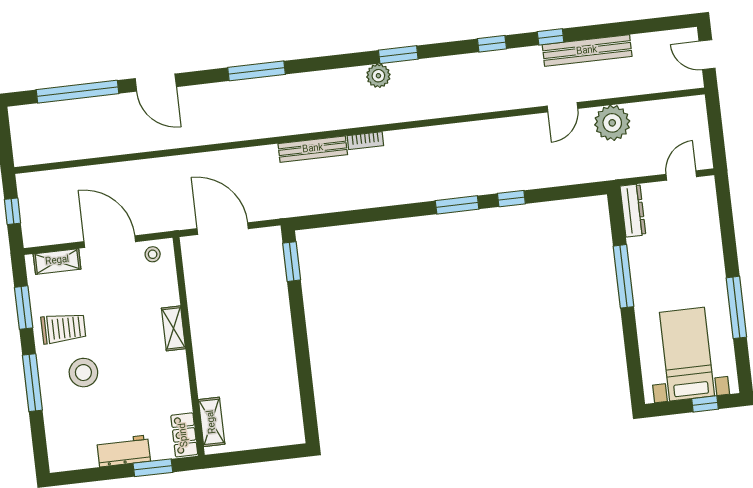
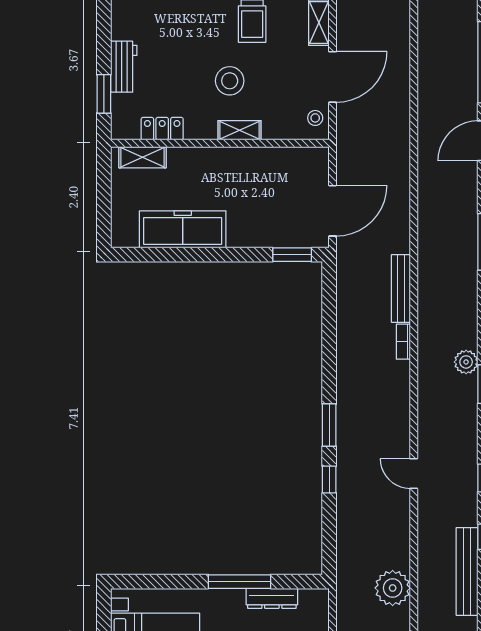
door: (562, 107) -> (414, 473), moved
dresser: (633, 210) -> (272, 598), moved
door: (223, 229) -> (333, 211), moved
stool: (83, 373) -> (230, 81), moved
freezer: (279, 373) -> (183, 229), added
locker: (184, 435) -> (162, 129), moved

